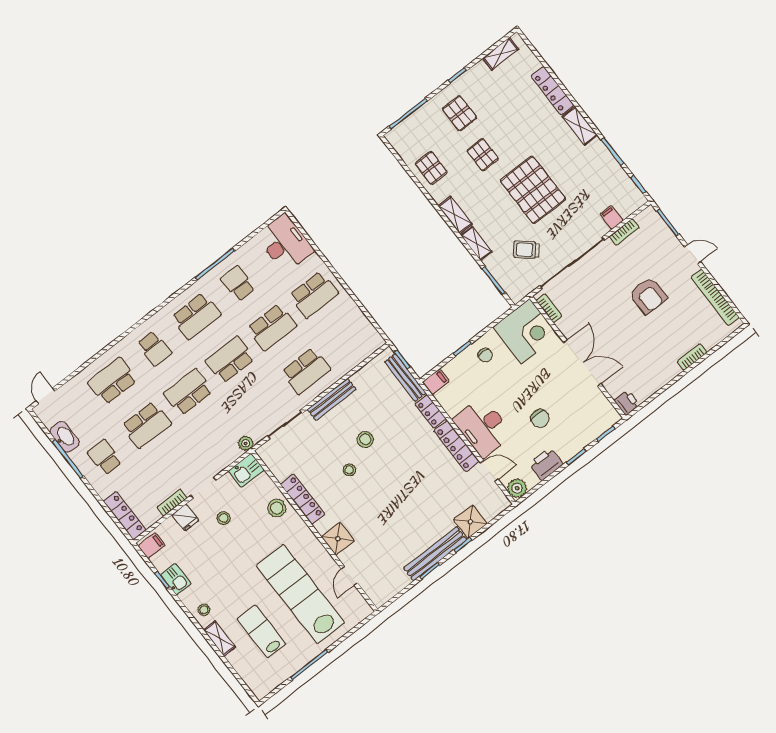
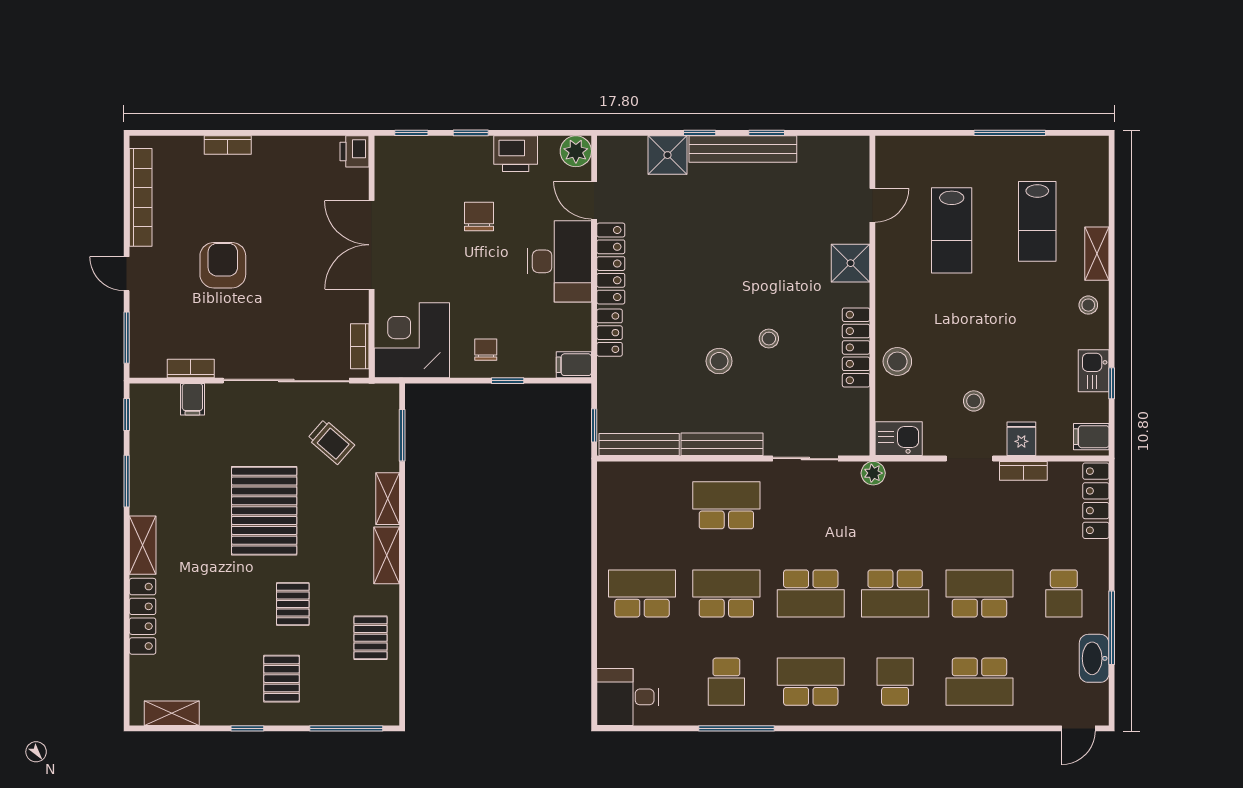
desk: (285, 243) -> (628, 697), width x0.73
bench: (405, 377) -> (639, 445), moved, turned 90
lab bench: (300, 594) -> (952, 230), width x0.54, depth x0.72

